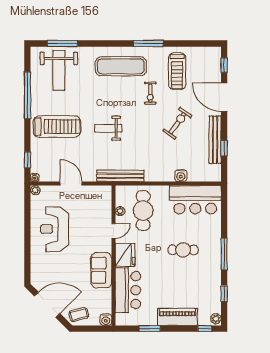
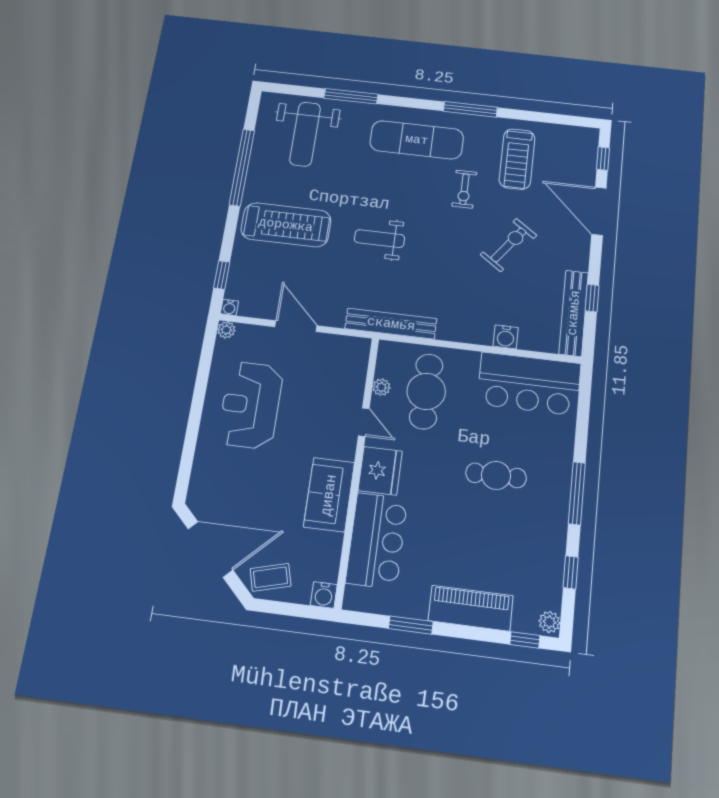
window: (63, 43) -> (351, 96), moved
bench: (215, 140) -> (574, 313), moved
door: (113, 231) -> (364, 422), hinge flipped

